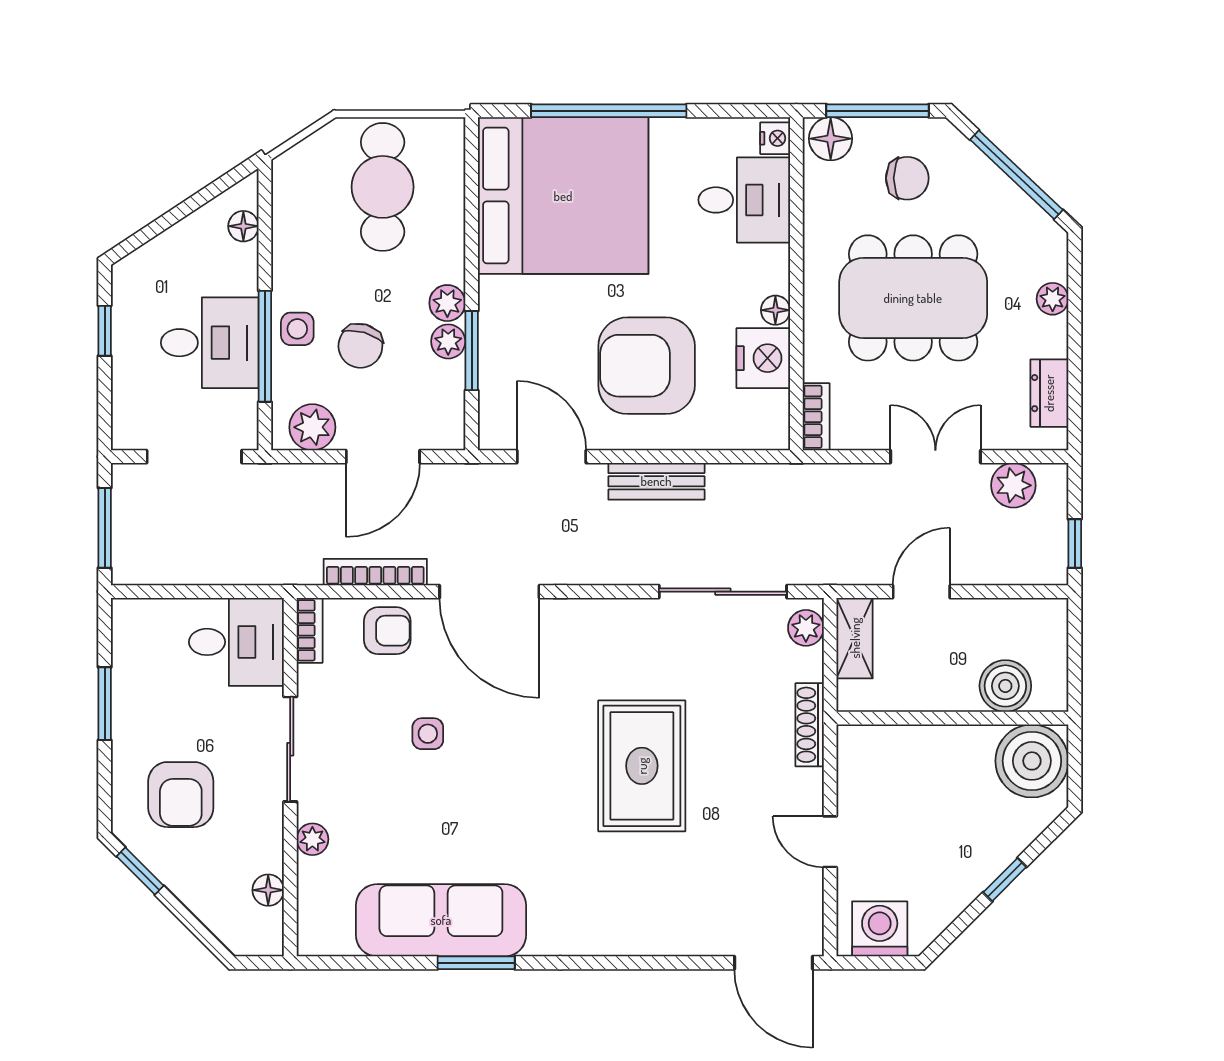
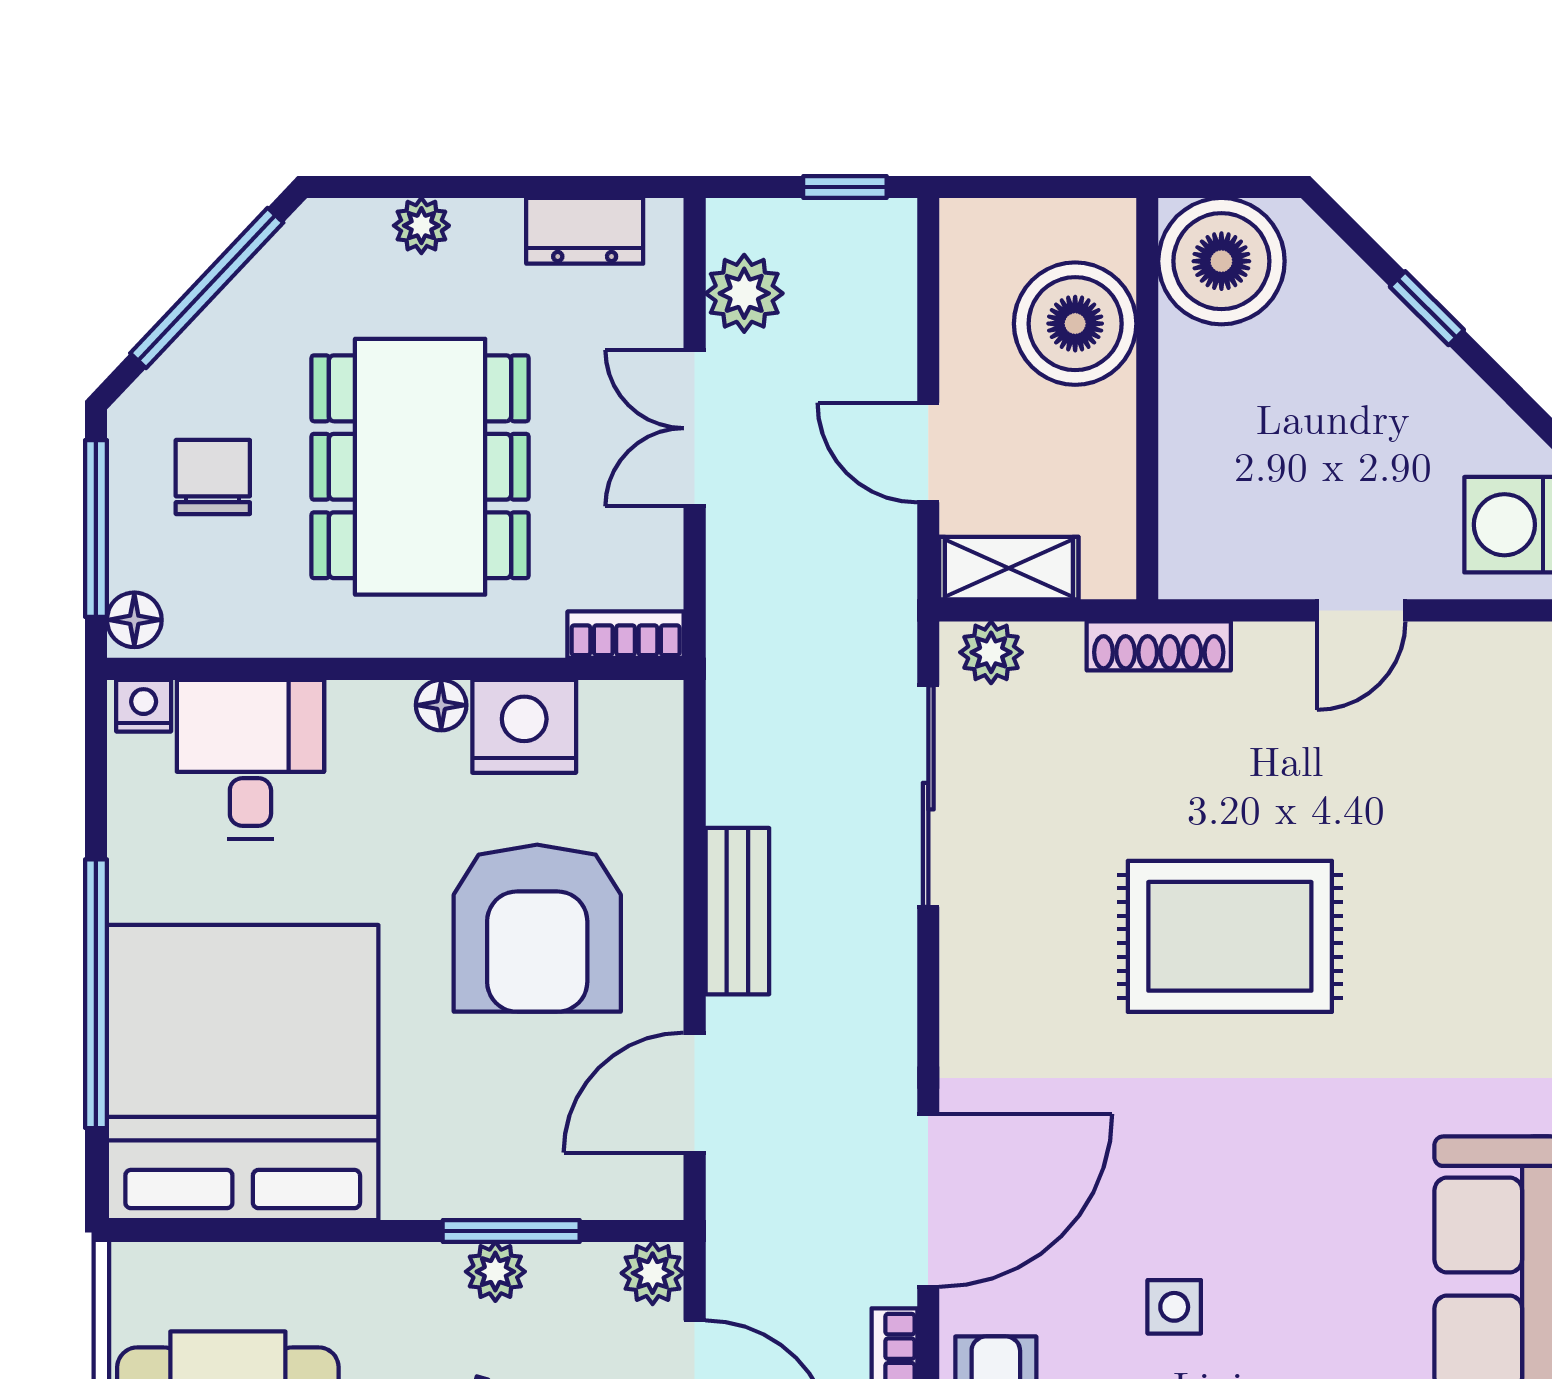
floor lamp: (831, 139) -> (134, 620), width x0.73, depth x0.73
plant: (447, 303) -> (653, 1273), moved
boiler: (1005, 686) -> (1075, 324), width x1.37, depth x1.37

